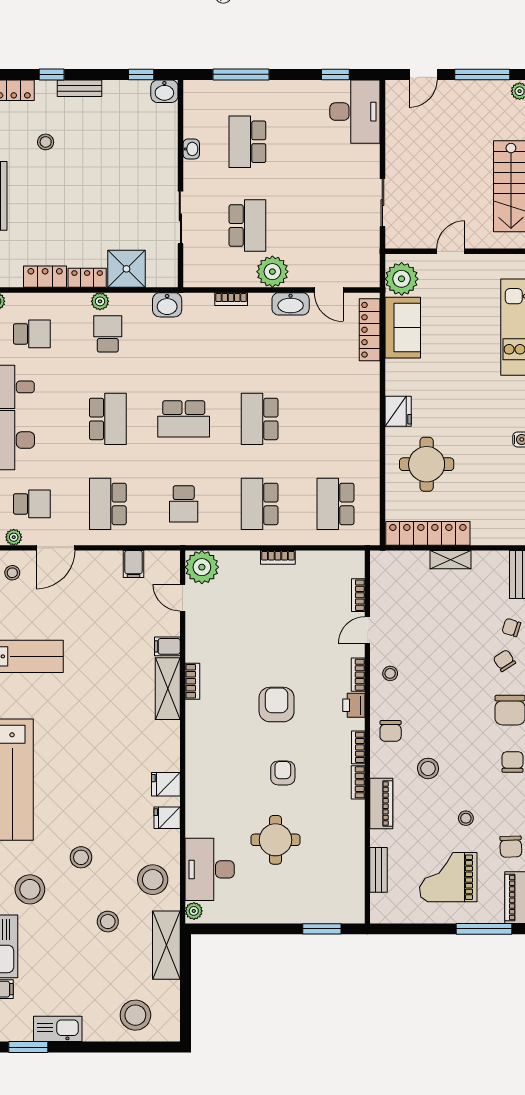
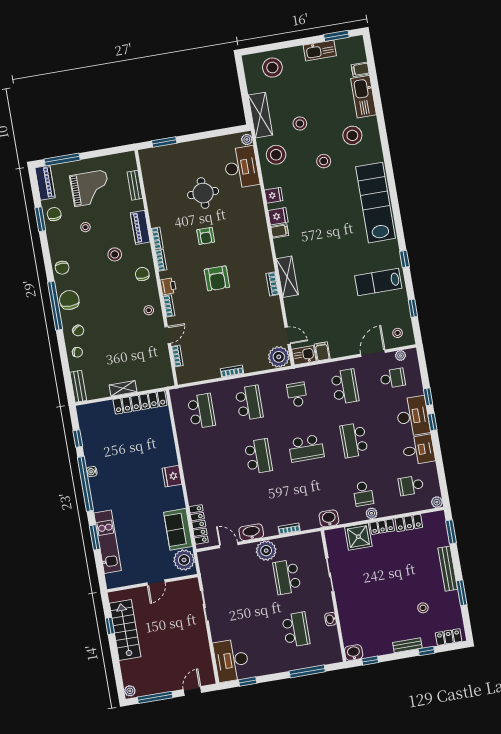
school desk: (184, 419) -> (306, 448), turned 180
round table: (427, 464) -> (148, 446), removed
school desk: (32, 504) -> (393, 378), turned 180
kitchen sink: (163, 563) -> (304, 355), added
filing cabinet: (167, 646) -> (280, 231), moved

